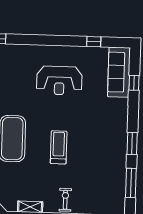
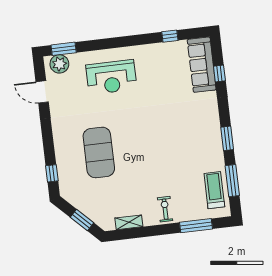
reception desk: (59, 81) -> (111, 77), moved
treadmill: (59, 147) -> (214, 190), moved

